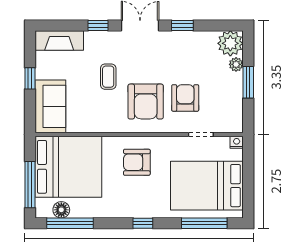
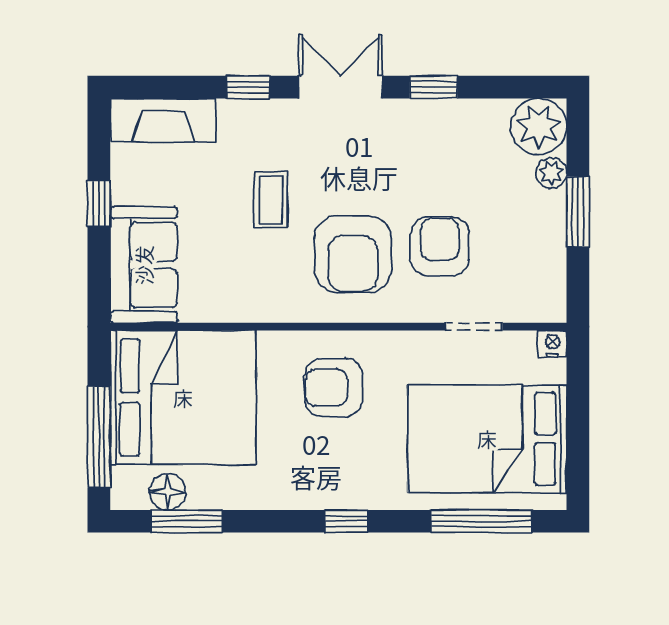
window: (70, 223) -> (187, 521), width x0.69

